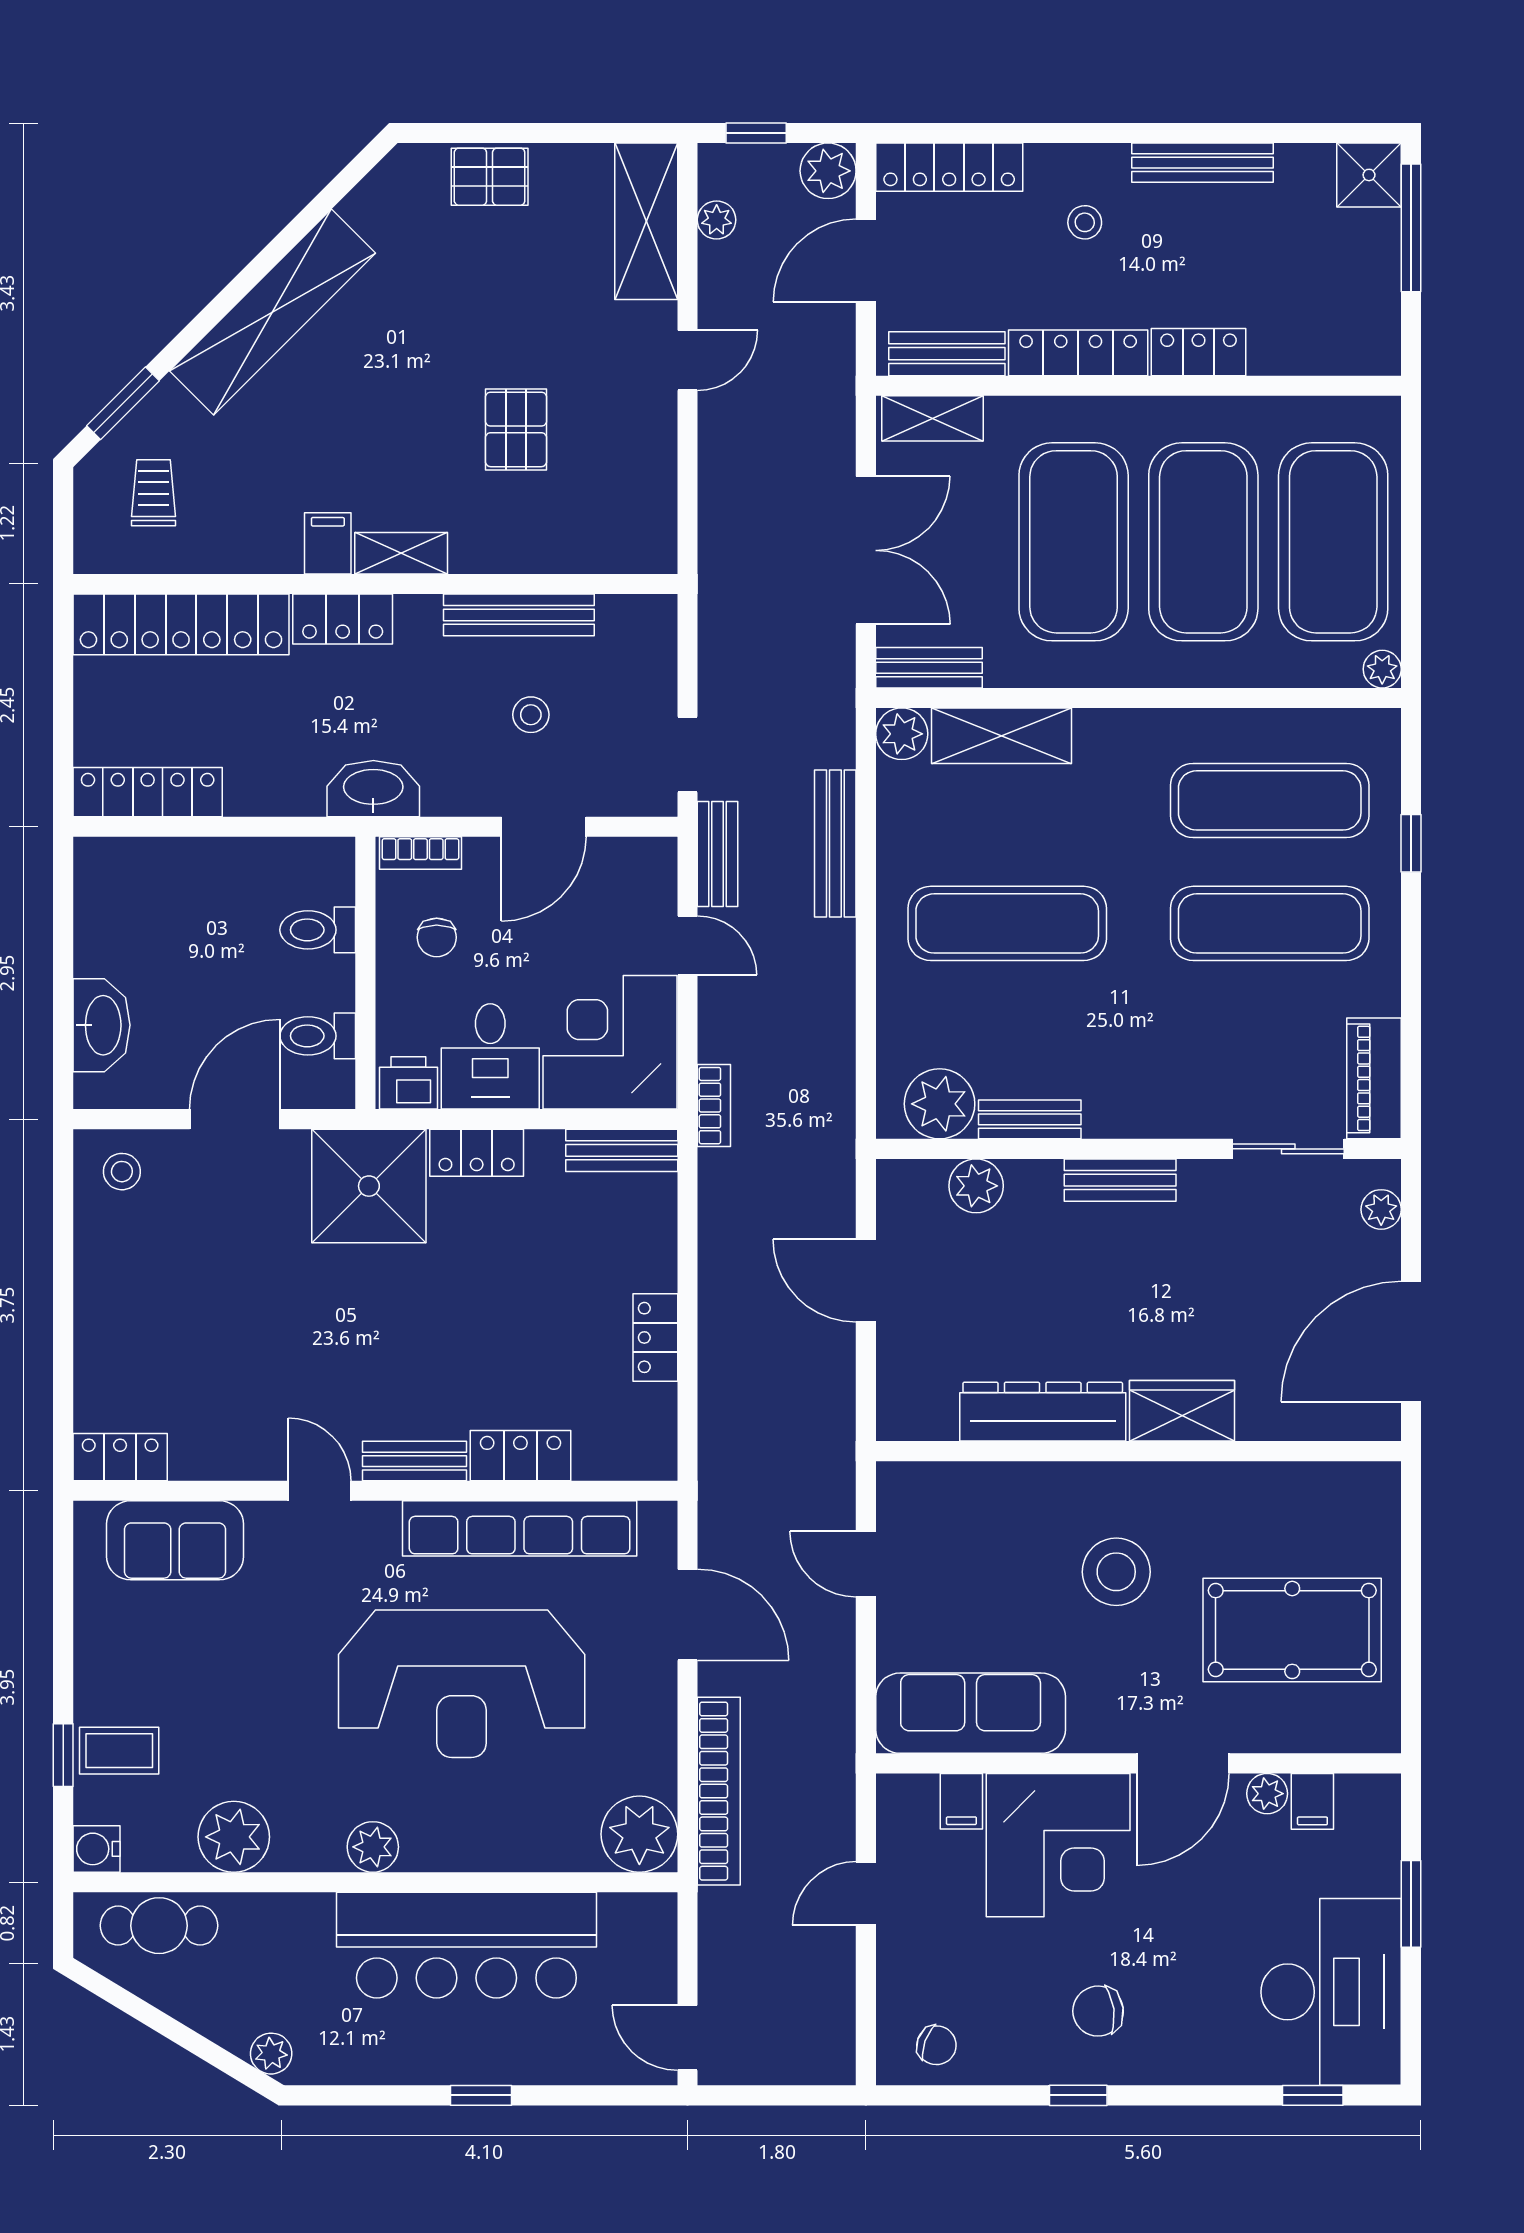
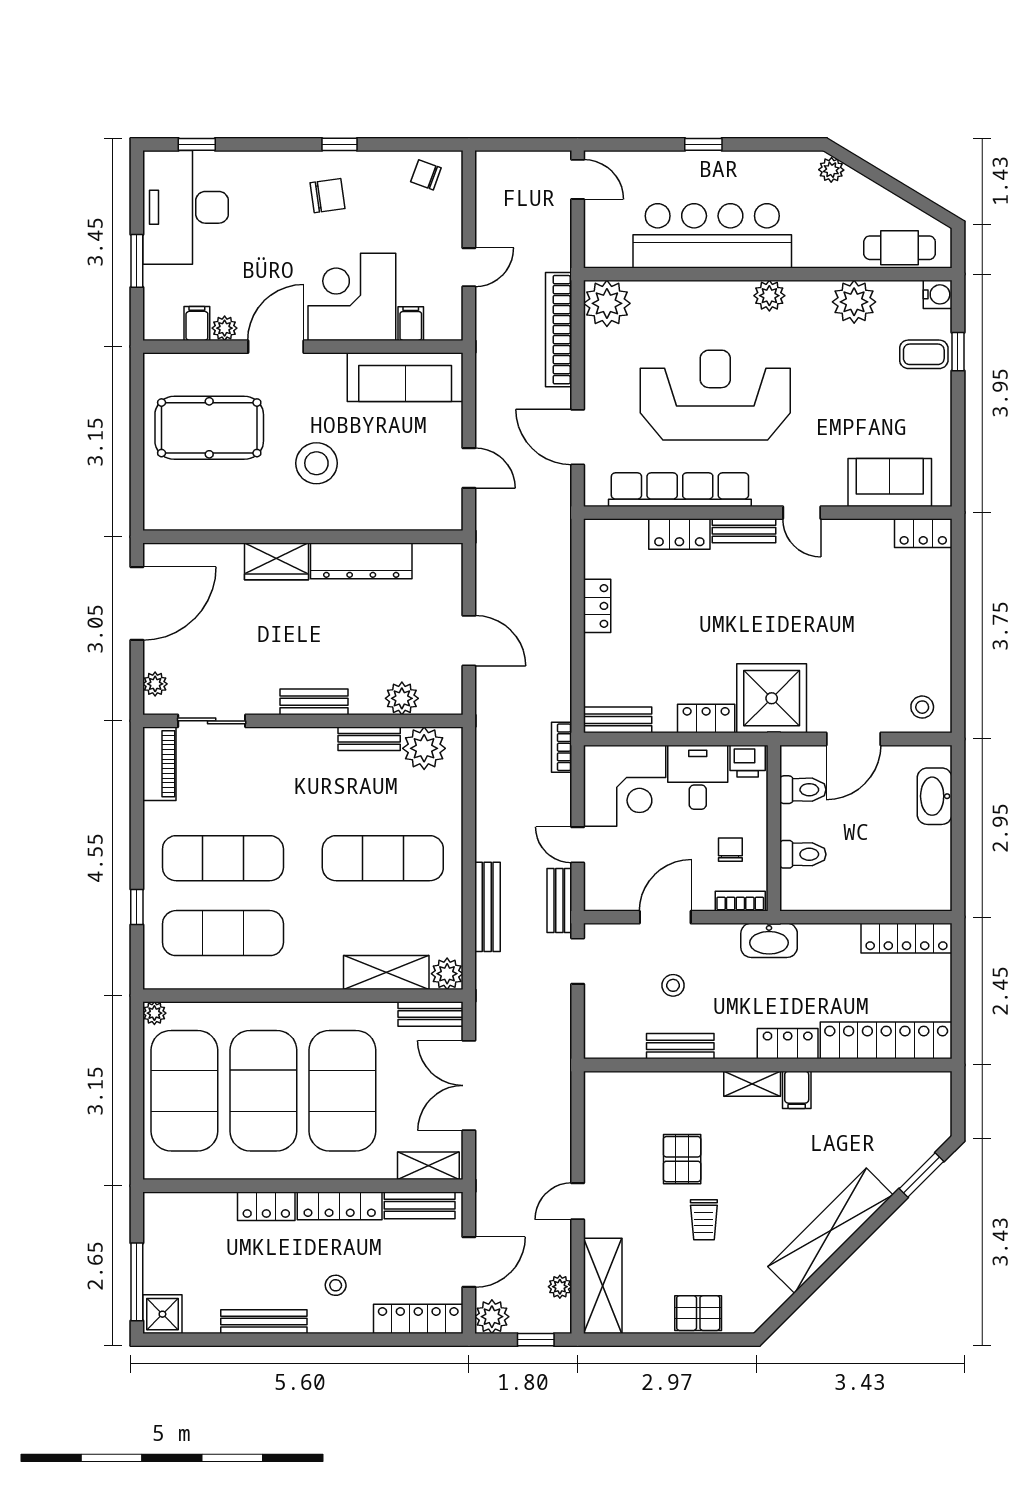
trolley: (154, 493) -> (704, 1220), moved
bench: (519, 615) -> (680, 1046), width x0.73

